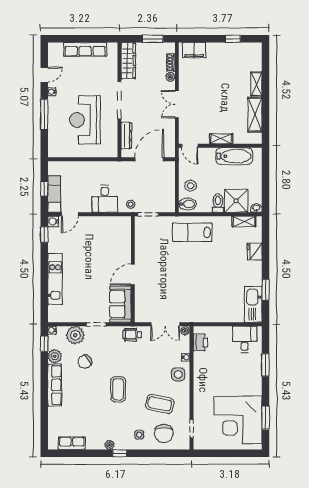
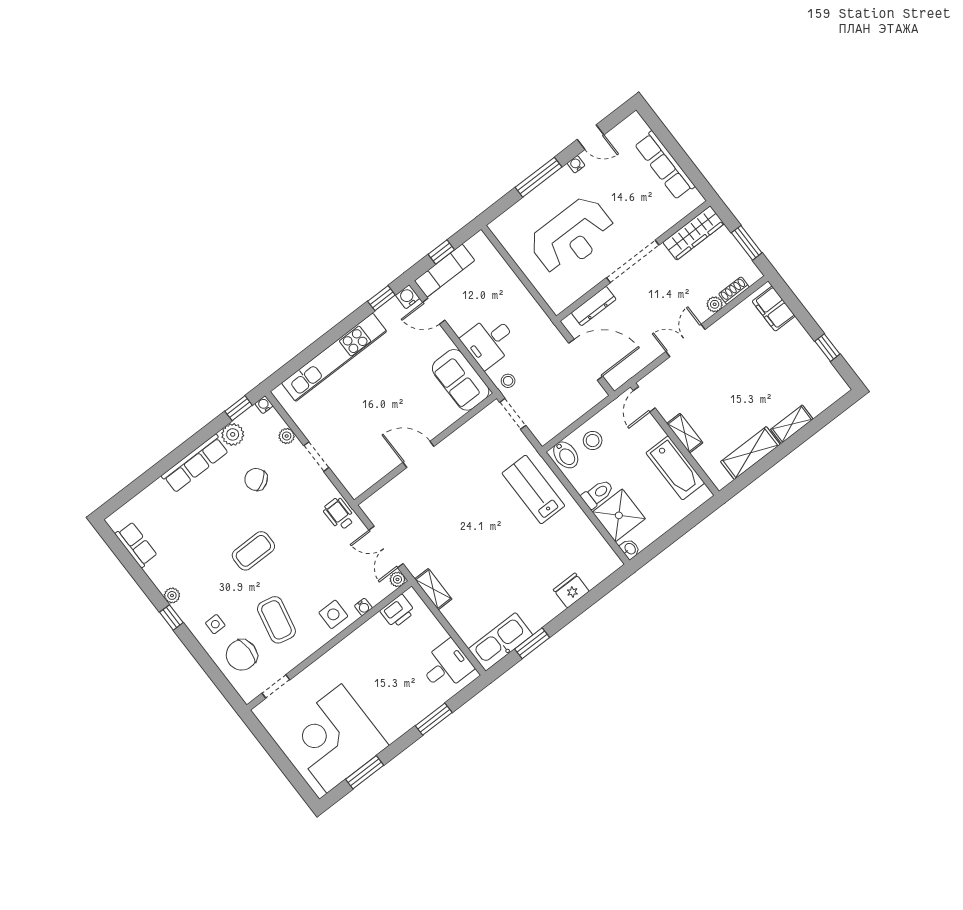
reception desk: (85, 120) -> (572, 236), turned 180
shelving: (244, 221) -> (433, 589), moved
kitchen unit: (55, 279) -> (334, 357), width x1.36
sofa: (120, 304) -> (461, 380), moved, turned -90
plant: (75, 335) -> (287, 436), width x0.53, depth x0.53

